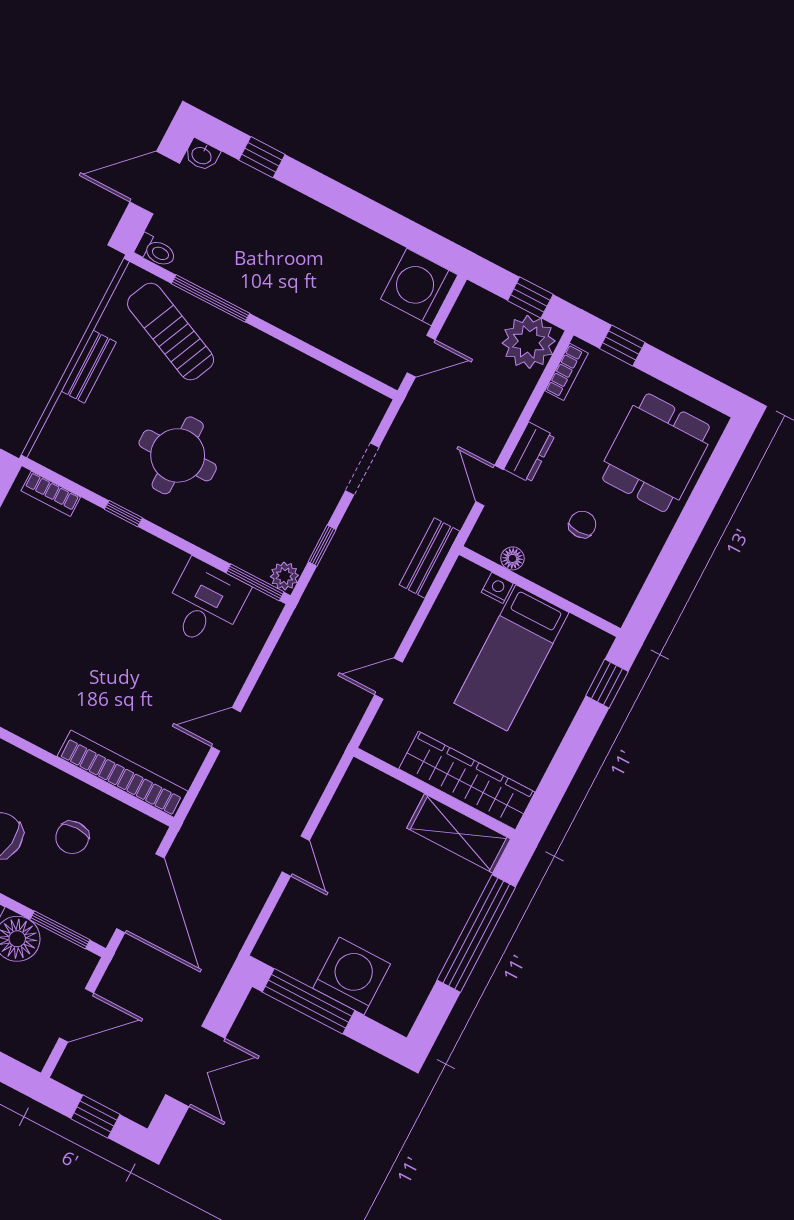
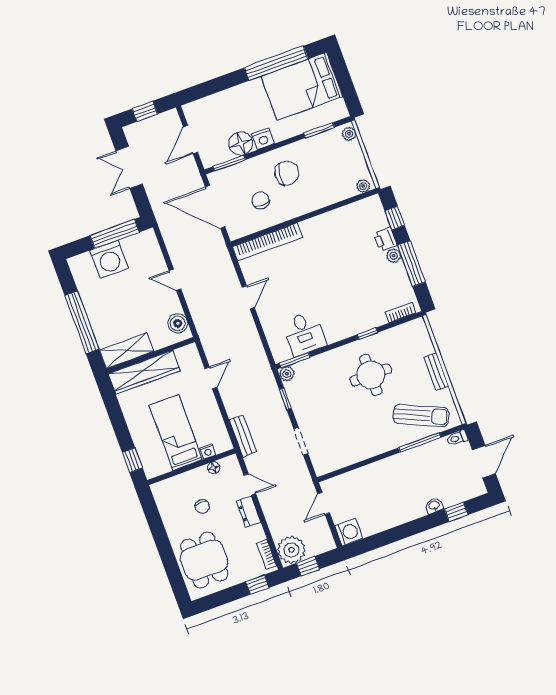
washbasin: (202, 155) -> (434, 506), moved
washing machine: (419, 287) -> (349, 532), width x0.73, depth x0.73
boiler: (354, 796) -> (178, 323), added

